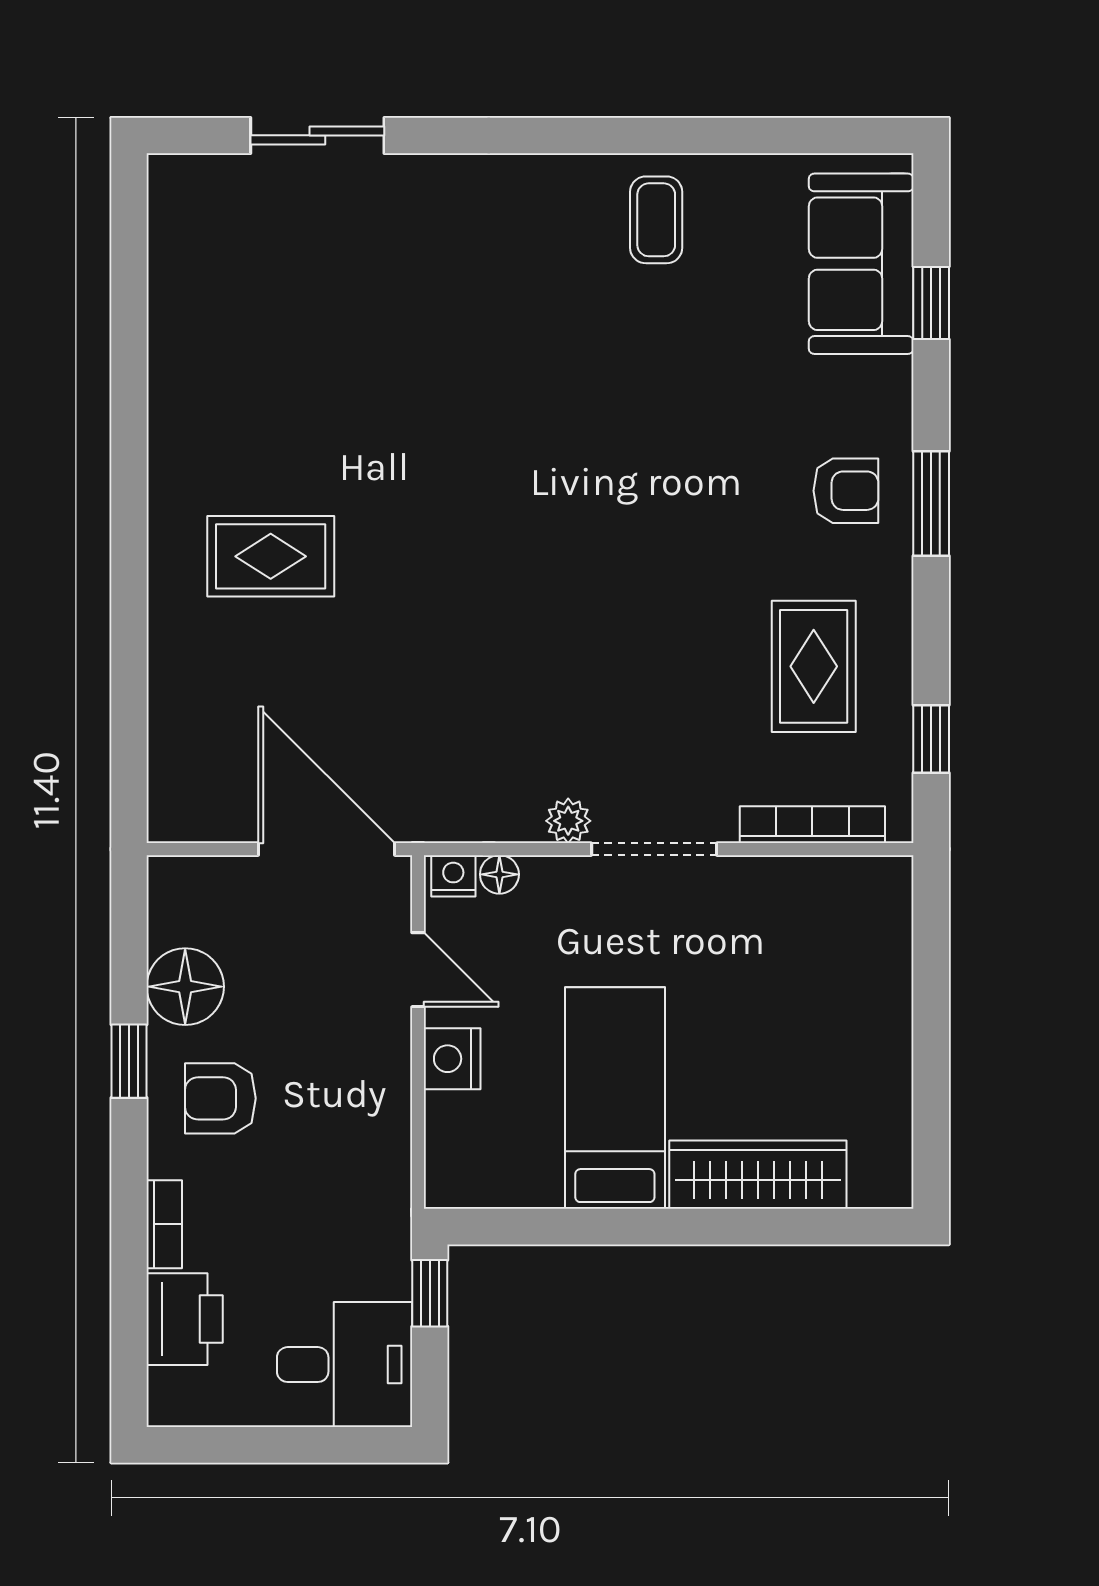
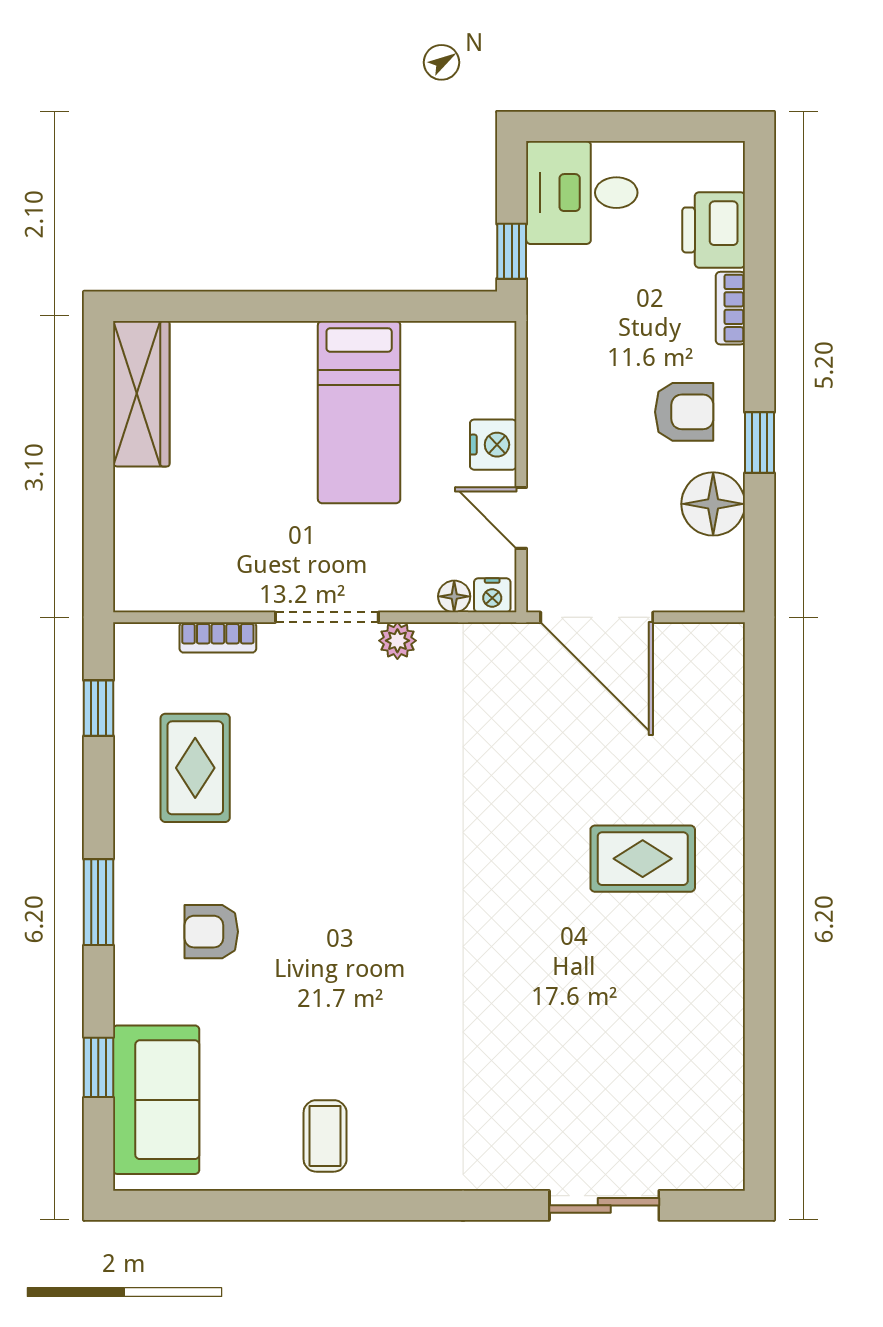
armchair: (846, 491) -> (211, 932), moved
bookcase: (812, 825) -> (218, 637), width x0.64
wardrobe: (758, 1175) -> (141, 394), moved, turned -90

